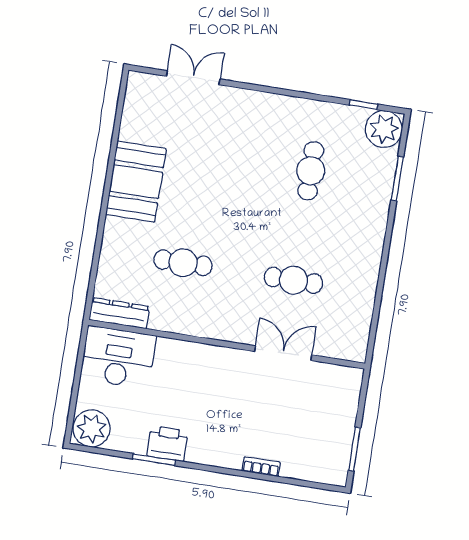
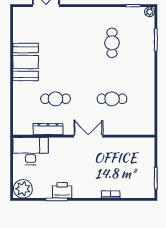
plant: (384, 129) -> (150, 12), width x0.53, depth x0.53
dresser: (119, 313) -> (48, 129), moved
double door: (283, 353) -> (88, 136), moved

